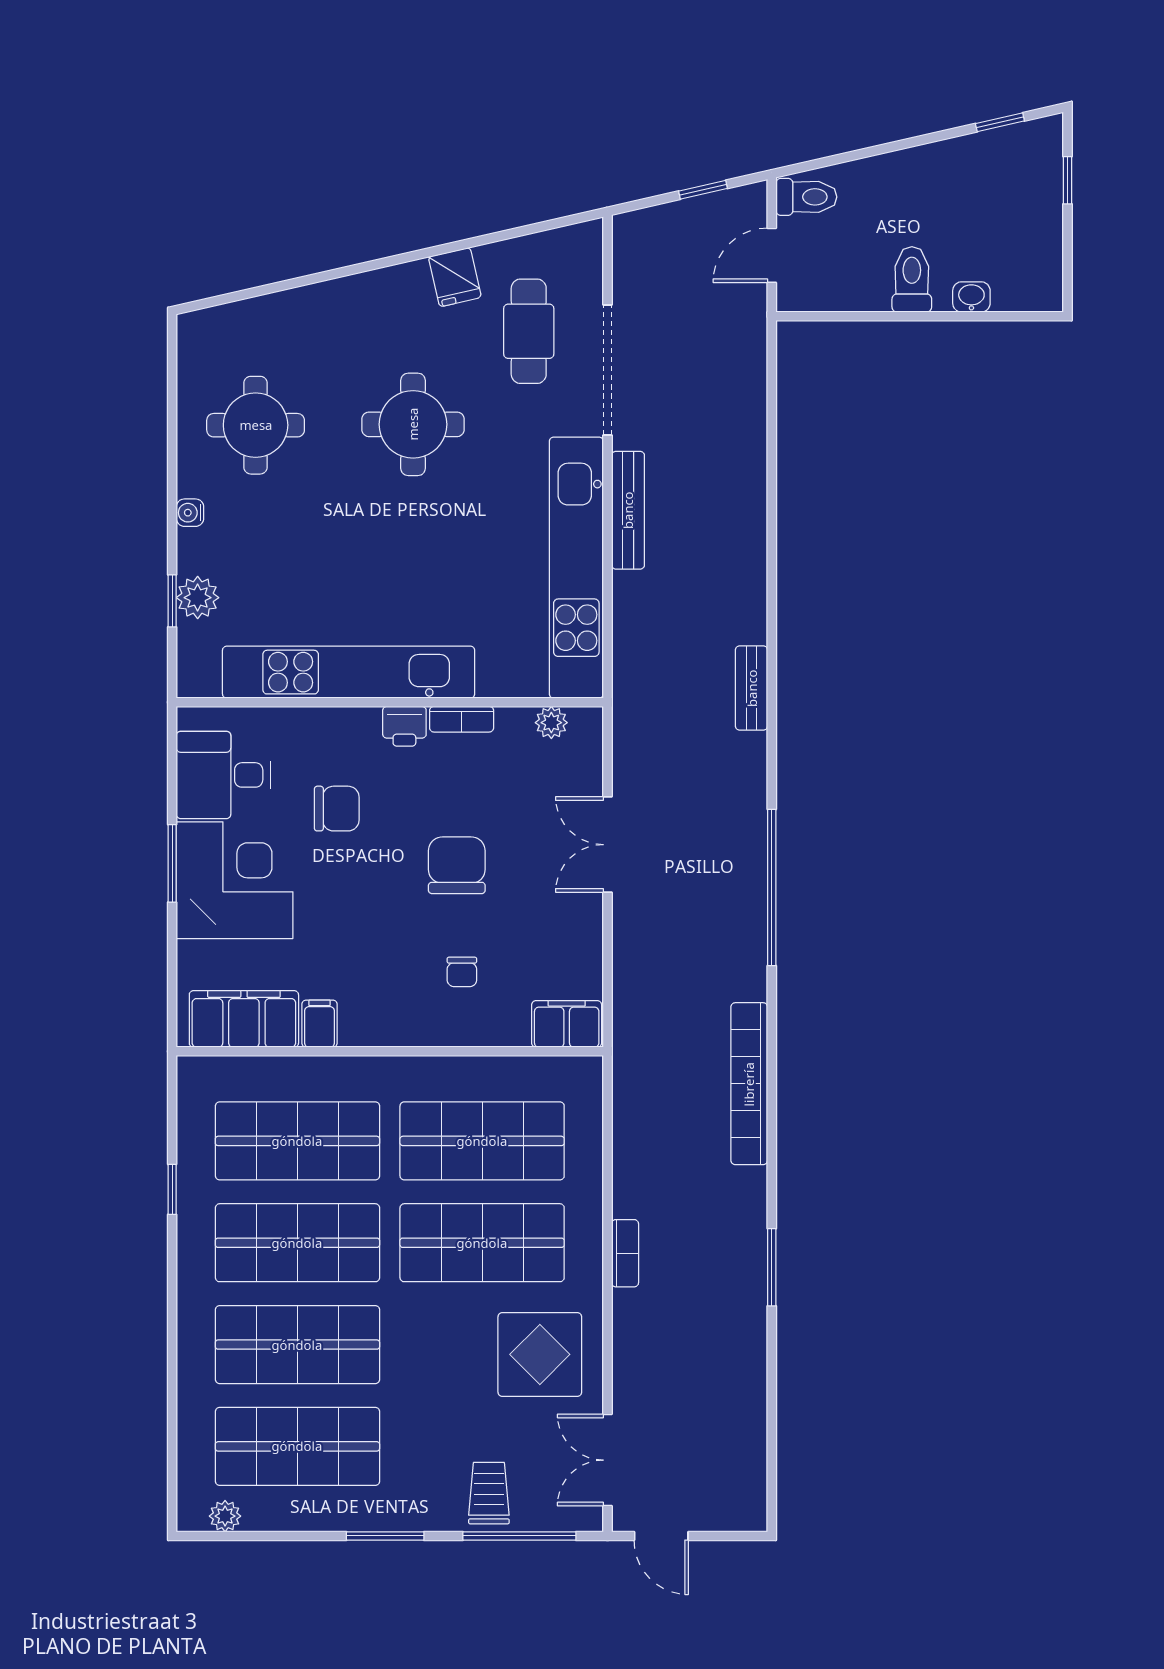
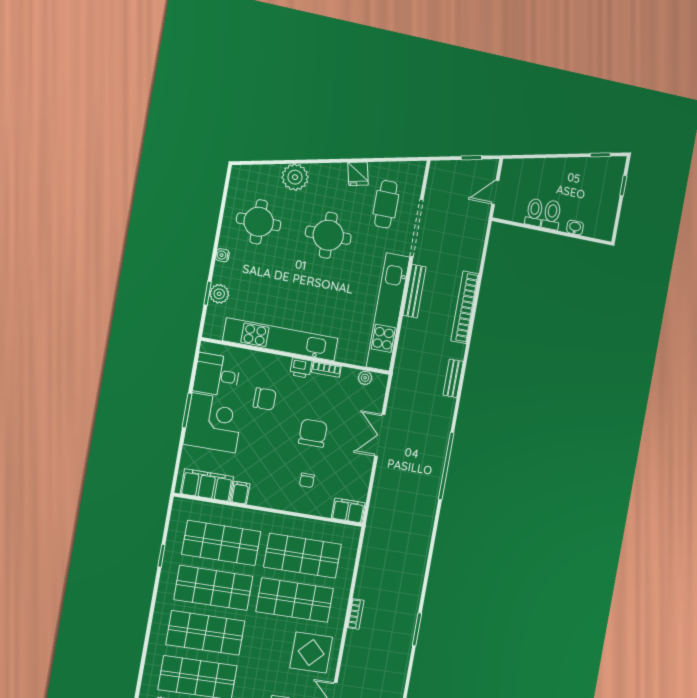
toilet: (806, 197) -> (534, 212), moved, turned -90
plant: (317, 313) -> (295, 177), added
bookcase: (749, 1084) -> (465, 307), moved

